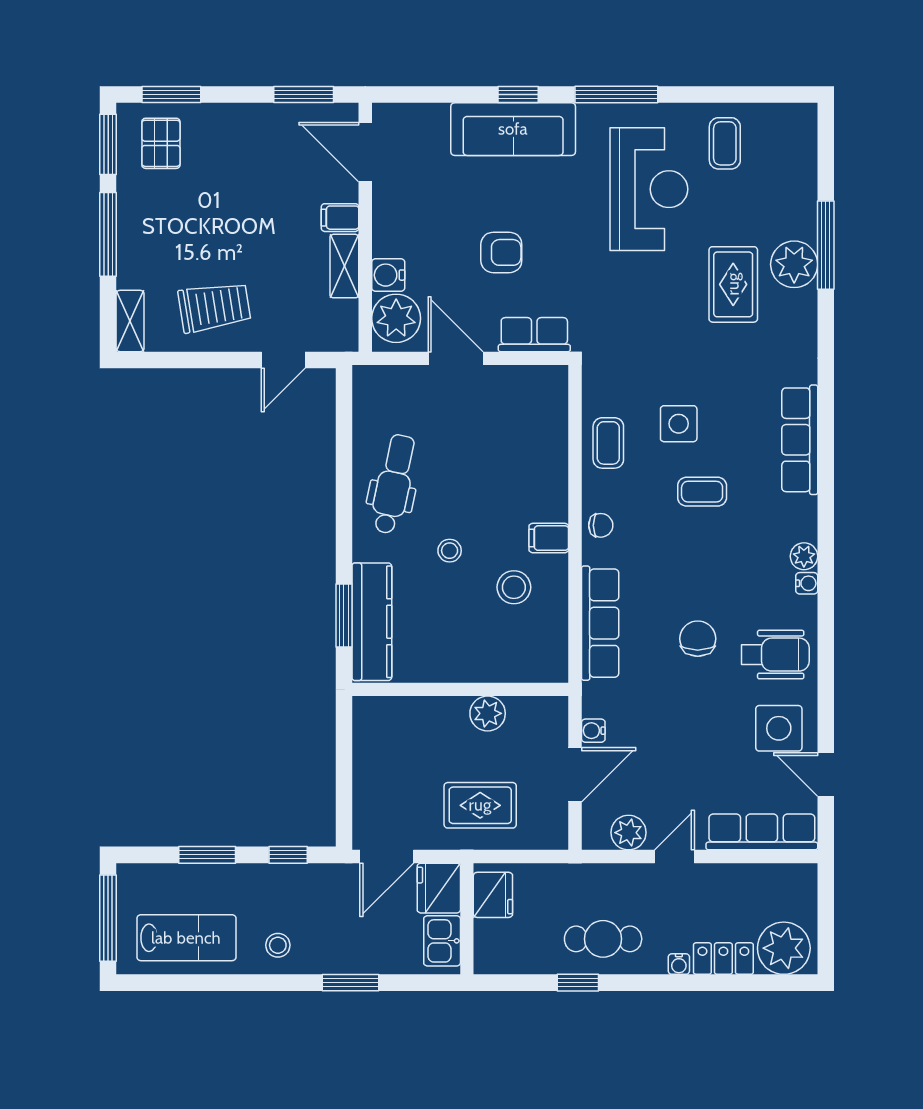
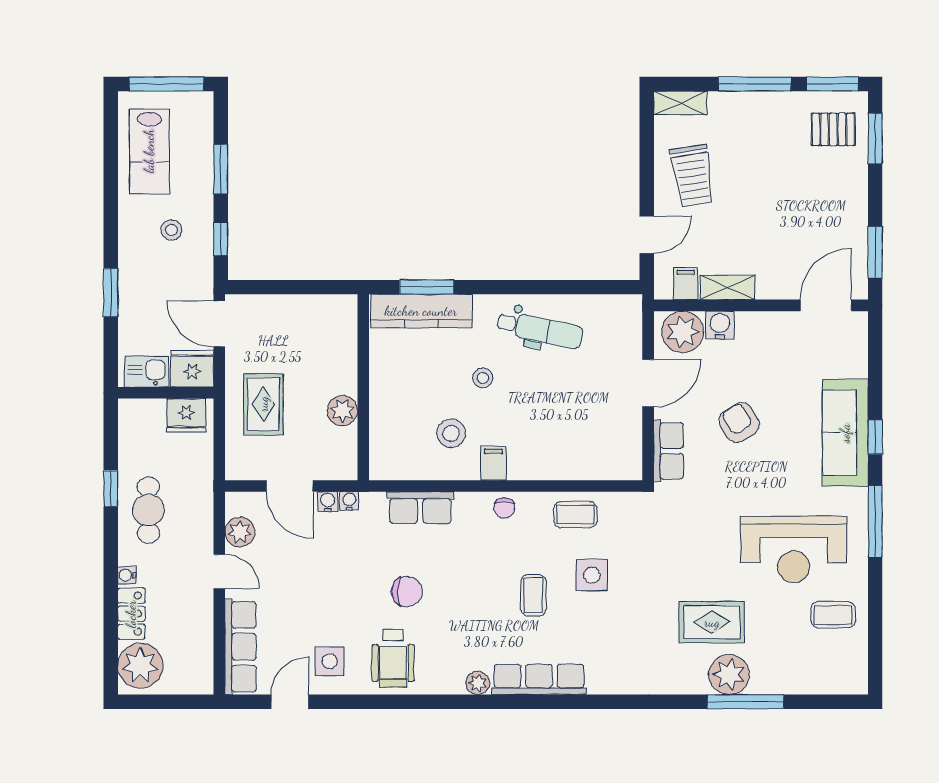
filing cabinet: (340, 218) -> (686, 284), moved
armchair: (501, 252) -> (739, 422), turned 148
door: (283, 360) -> (647, 235), swing flipped
row of seats: (800, 440) -> (539, 679), moved
water cooler: (807, 583) -> (349, 501), moved, turned 180
row of seats: (600, 623) -> (420, 508), width x0.68
side table: (779, 728) -> (330, 661), width x0.73, depth x0.73
stool: (278, 945) -> (171, 230), moved

